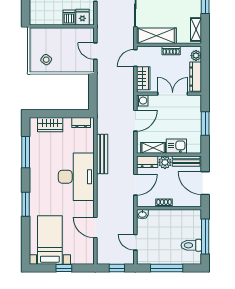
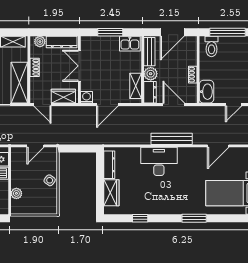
plant: (49, 33) -> (16, 193), added
side table: (46, 60) -> (50, 180), moved
door: (135, 121) -> (107, 104), swing flipped
dresser: (81, 122) -> (109, 165), width x1.44
kitchen sink: (176, 146) -> (130, 44), moved, turned -90
window: (26, 152) -> (140, 218), width x0.46
bench: (102, 154) -> (172, 139), moved
desk: (76, 177) -> (159, 161), width x0.73, depth x0.77
washbasin: (142, 214) -> (207, 92), width x1.91, depth x1.45
toilet: (191, 245) -> (212, 46), moved

